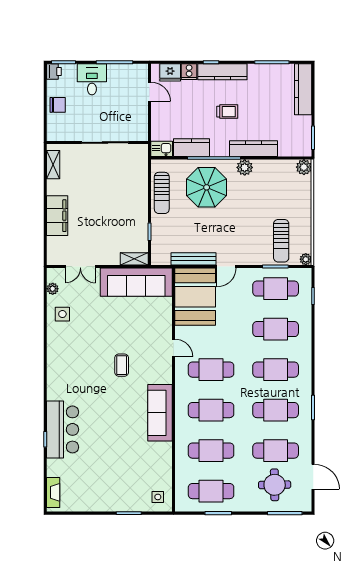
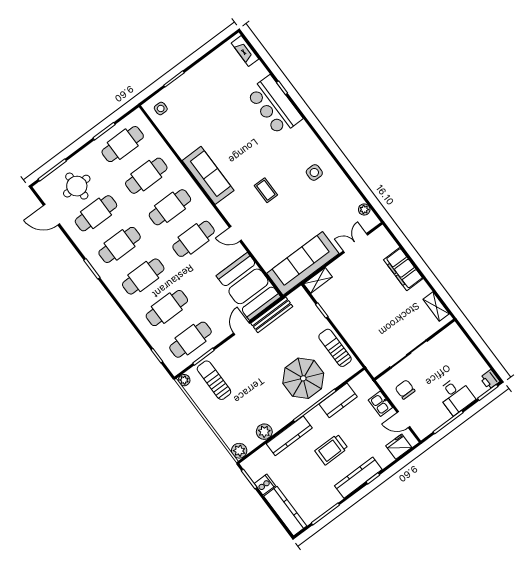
cooker: (189, 72) -> (265, 485), moved, turned 90
chair: (58, 105) -> (405, 389), moved, turned 90
trolley: (227, 112) -> (331, 449), width x1.36, depth x1.39
kitchen sink: (162, 149) -> (380, 404), moved, turned 90
plant: (245, 167) -> (264, 432), moved
side table: (62, 314) -> (314, 172), moved

